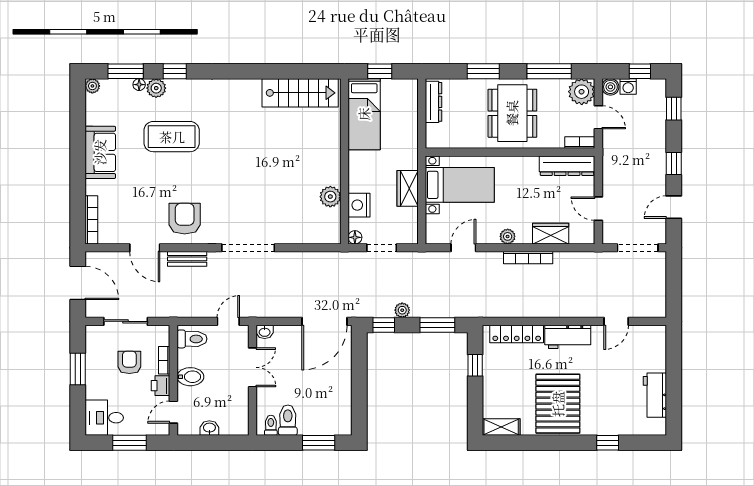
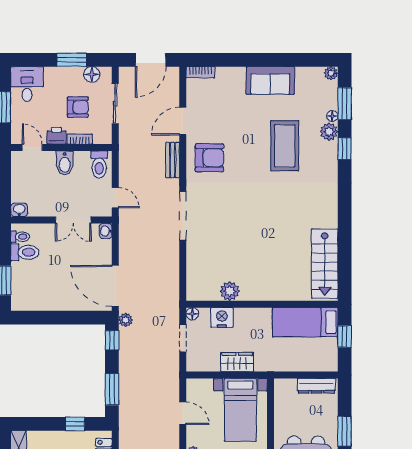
bookcase: (91, 220) -> (200, 72), width x0.64
plant: (402, 310) -> (126, 320), moved
floor lamp: (94, 347) -> (92, 74), added
washbasin: (209, 428) -> (19, 210), moved, turned -90

